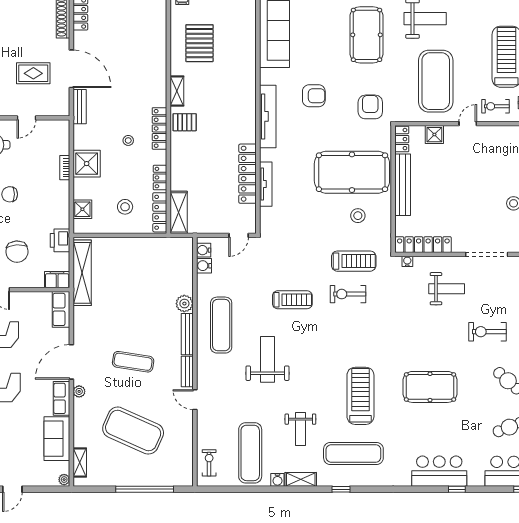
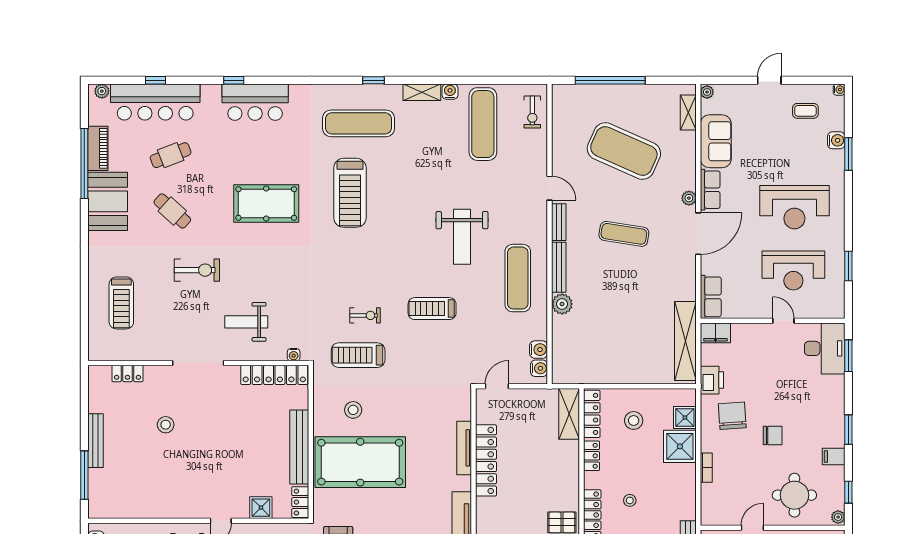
shower: (87, 164) -> (680, 446), moved
chair: (17, 252) -> (732, 416), moved
exercise bike: (348, 294) -> (365, 315), width x0.73, depth x0.72
weight bench: (300, 429) -> (422, 153), removed

